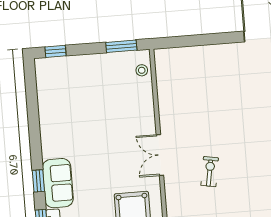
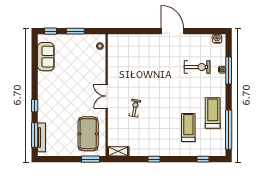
window: (121, 46) -> (75, 31), moved
sofa: (58, 183) -> (46, 57), moved

